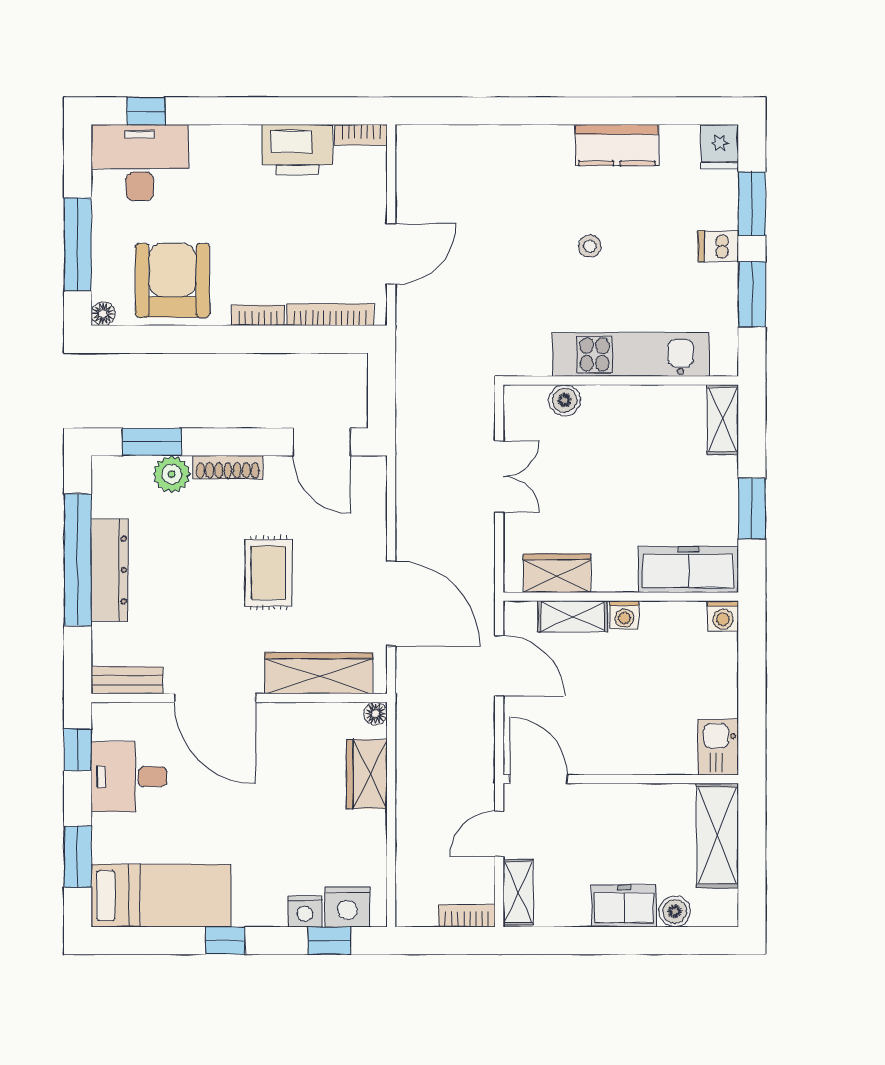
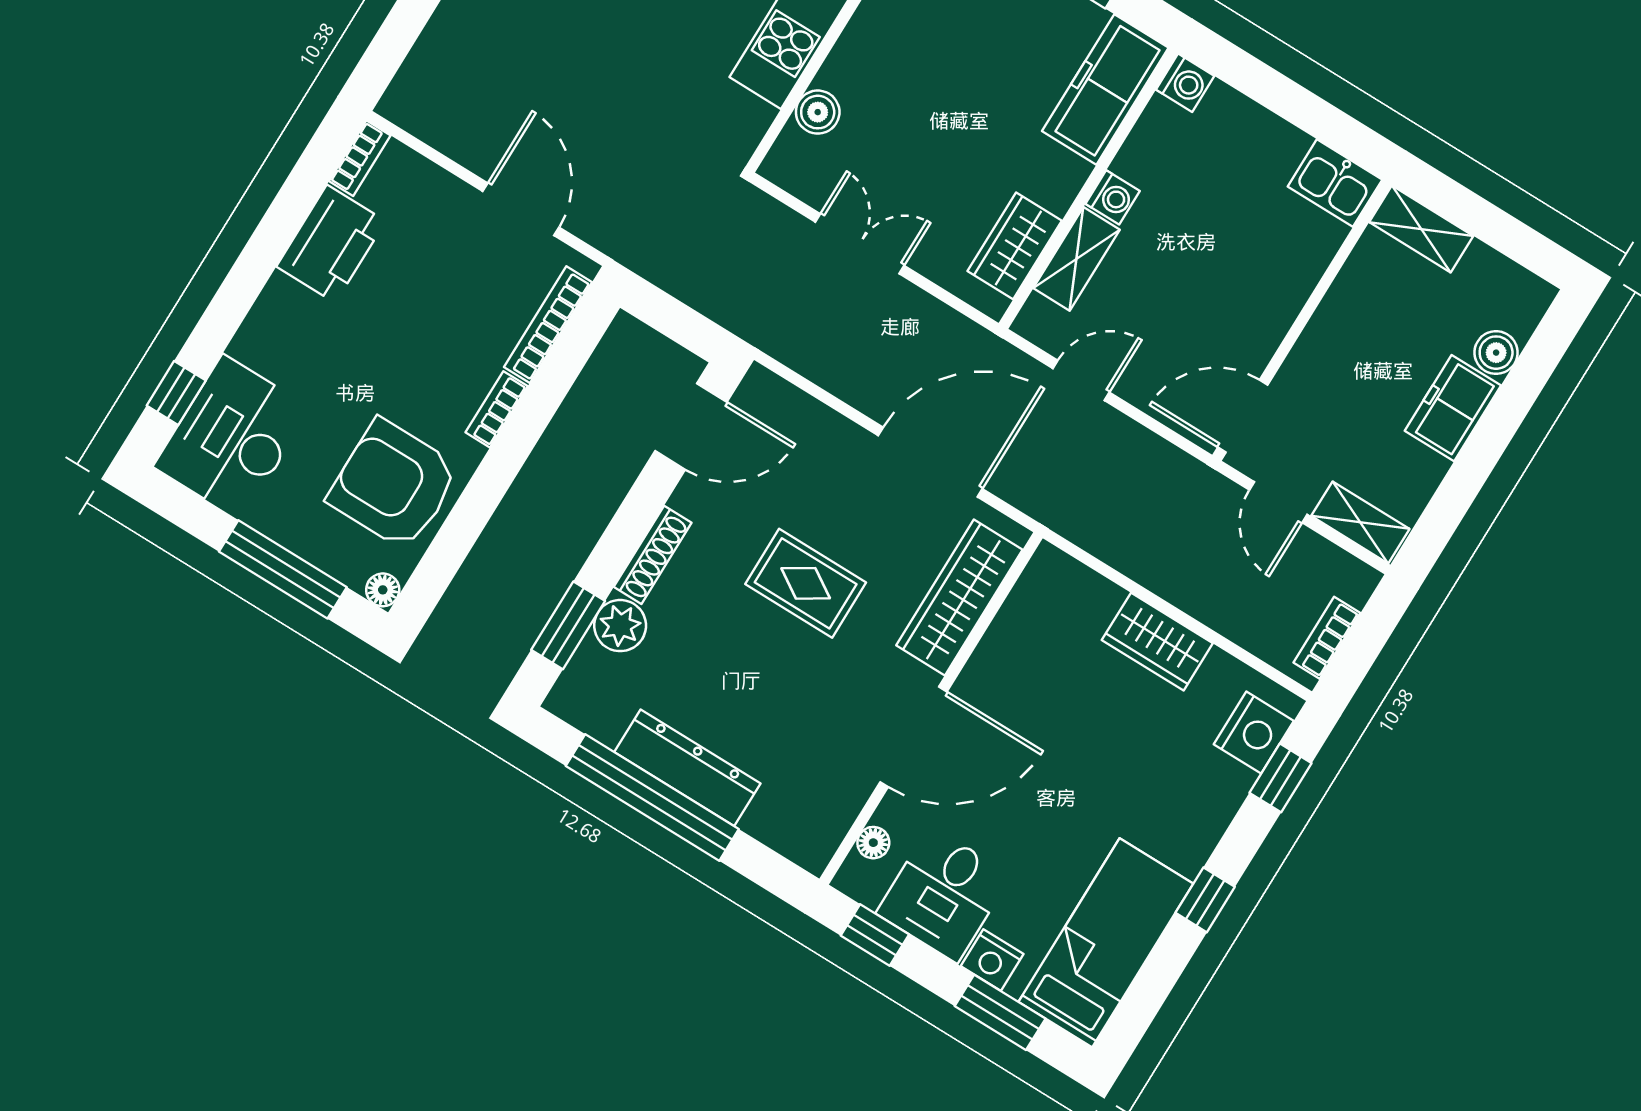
door: (499, 666) -> (1081, 380), width x0.73
bench: (127, 680) -> (829, 827), removed
floor lamp: (376, 714) -> (873, 843), moved
wardrobe: (367, 774) -> (1157, 642), moved
shelving: (717, 835) -> (1421, 229), width x0.67, depth x0.75
nightstand: (305, 911) -> (992, 960), moved, turned 90
bookcase: (467, 916) -> (1327, 638), moved

